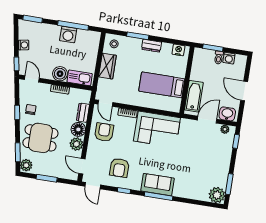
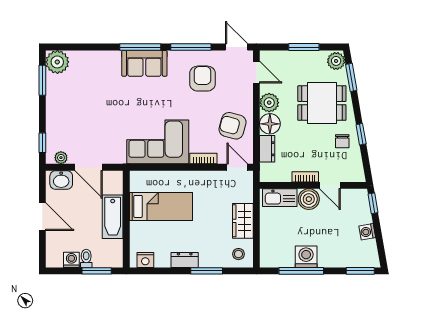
door: (32, 79) -> (330, 185), moved
bathtub: (194, 96) -> (113, 217), moved
door: (207, 120) -> (89, 167), hinge flipped
armchair: (104, 132) -> (233, 126), turned 105
window: (124, 191) -> (191, 47), width x2.17

